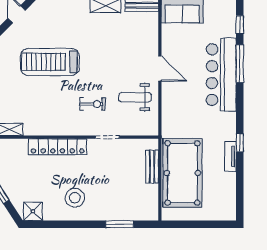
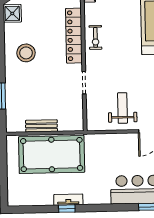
exercise bike: (92, 104) -> (95, 37), moved
window: (240, 143) -> (67, 209), moved
bench: (152, 167) -> (41, 126), moved

